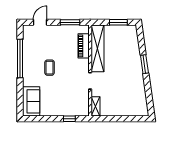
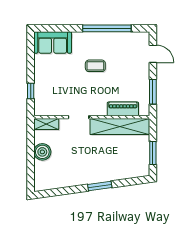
boiler: (118, 109) -> (42, 152), added

